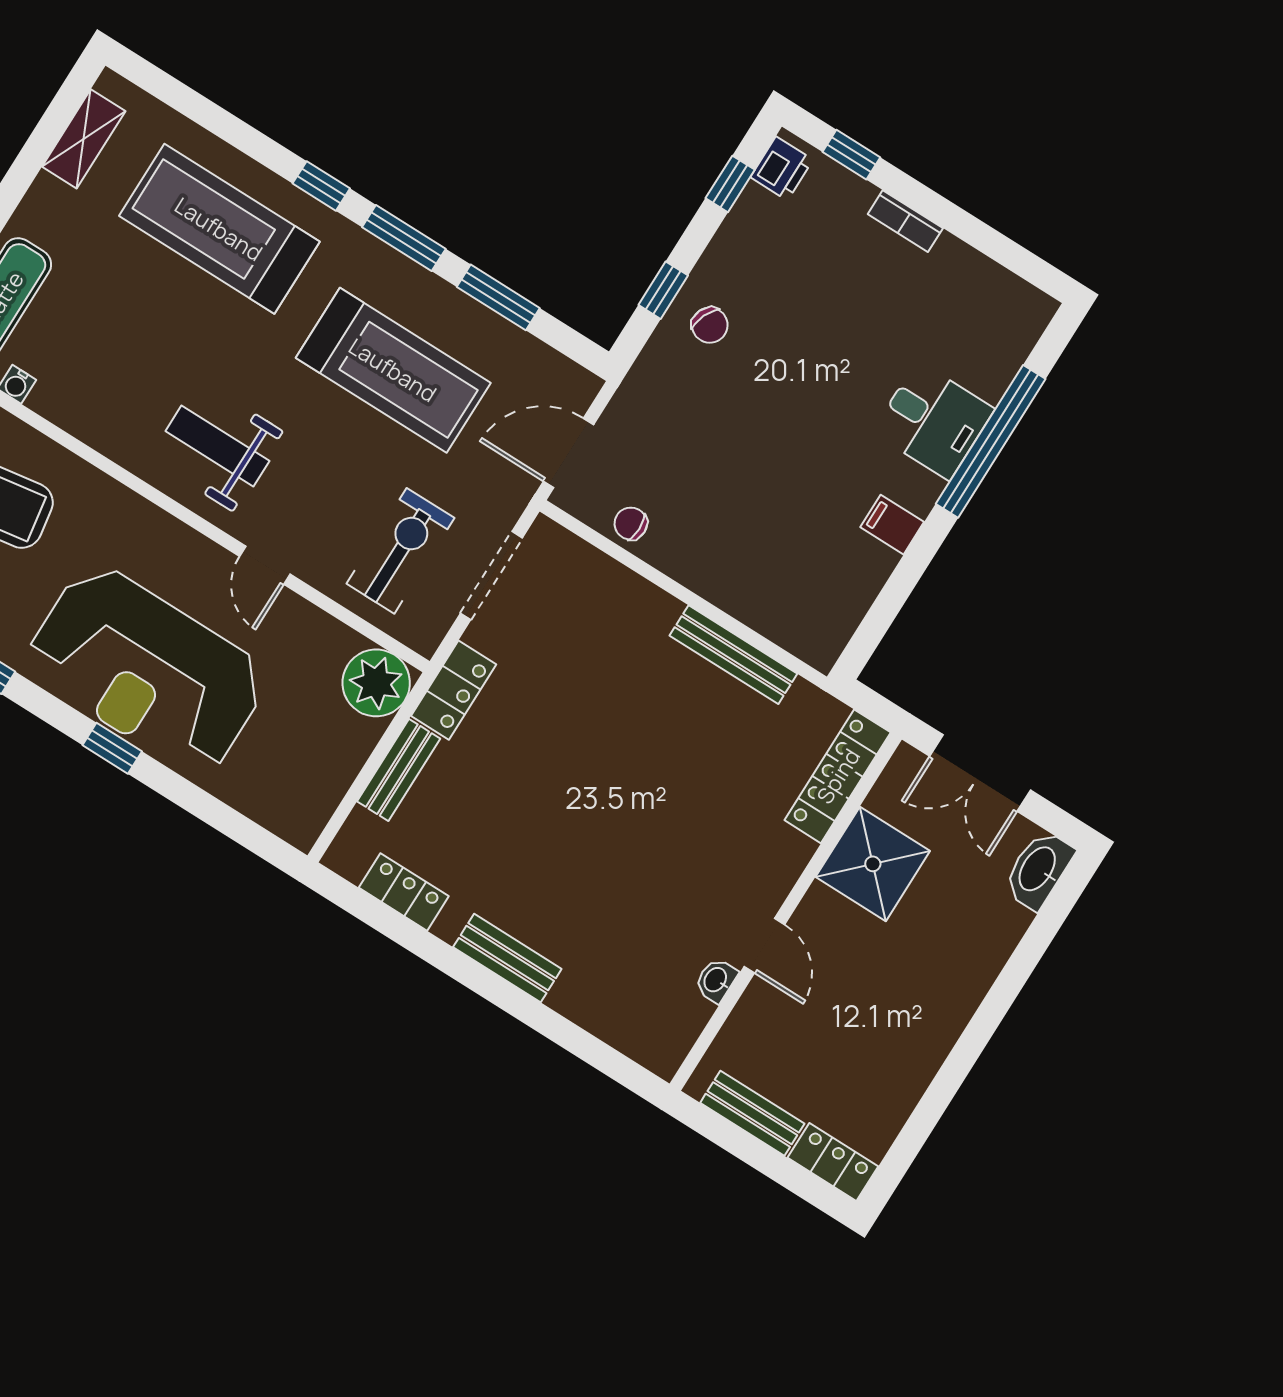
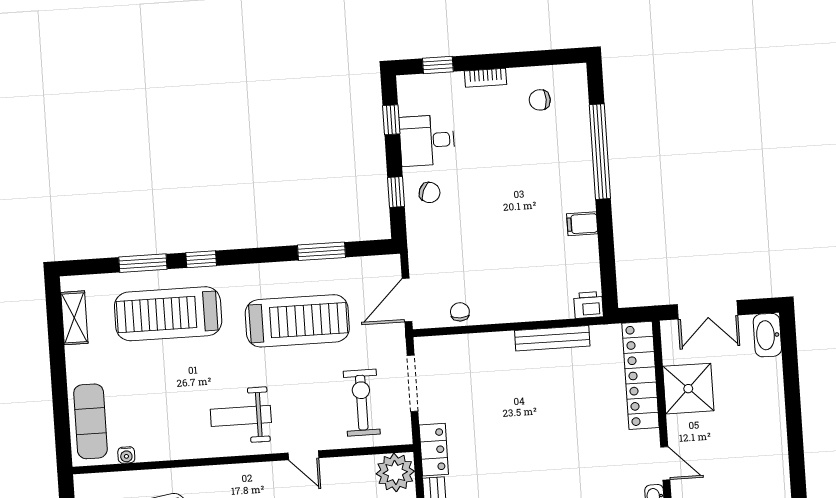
printer: (782, 168) -> (588, 305), moved, turned -90
window: (404, 238) -> (143, 263), moved
chair: (959, 308) -> (540, 100), added
desk: (933, 421) -> (427, 140), moved, turned 180
chair: (631, 524) -> (460, 312), turned 90
locker: (838, 776) -> (641, 375), width x1.41, depth x1.21

